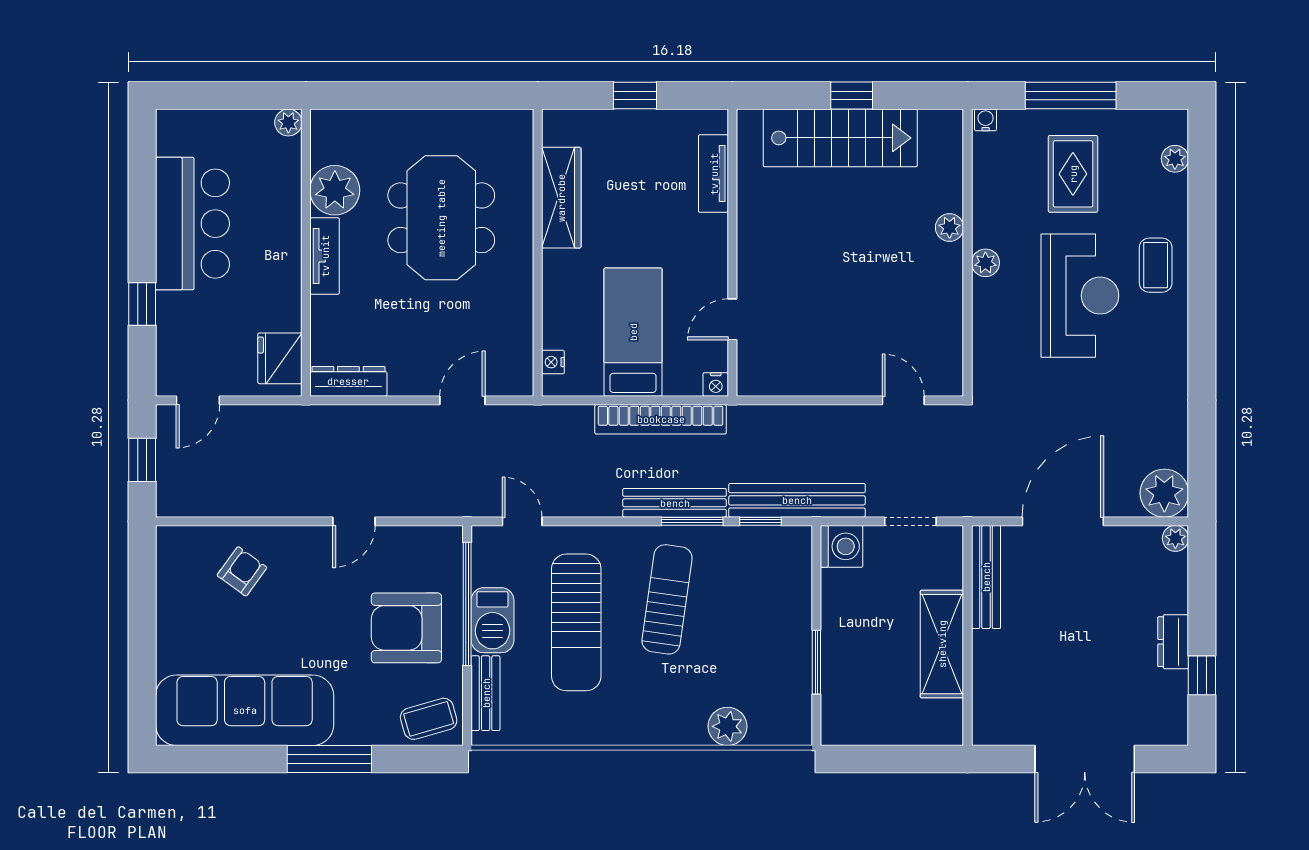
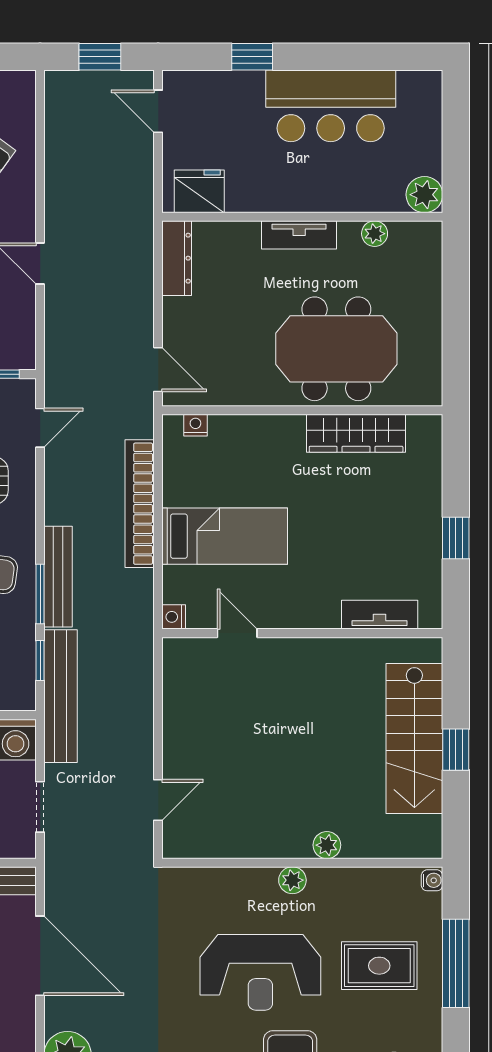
plant: (288, 122) -> (424, 195), width x1.38, depth x1.38
plant: (335, 190) -> (375, 234), width x0.53, depth x0.53
wardrobe: (561, 198) -> (356, 433), moved
wall: (538, 253) -> (302, 410), moved
nightstand: (553, 362) -> (195, 425), moved
bookcase: (661, 419) -> (140, 504), moved

